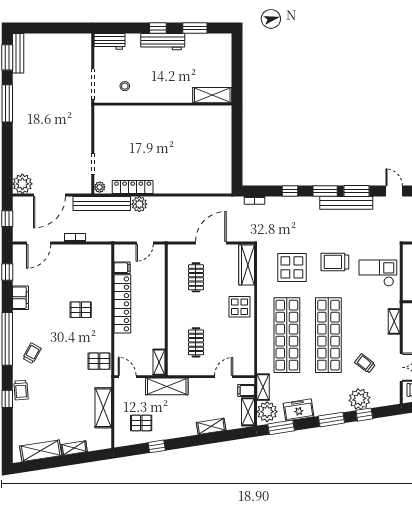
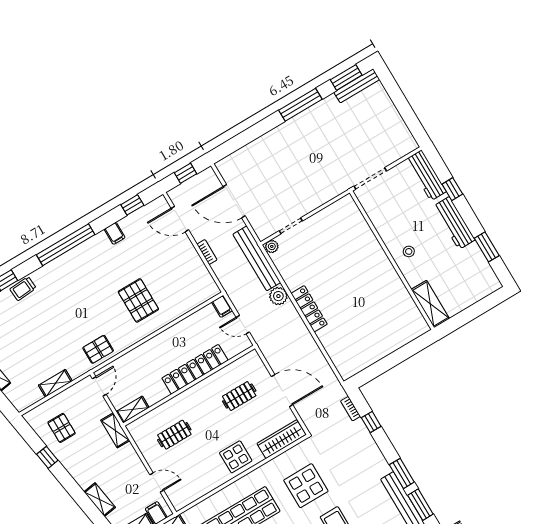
window: (158, 28) -> (452, 189), moved
workbench: (109, 41) -> (426, 175), width x1.38
stool: (125, 86) -> (409, 251), moved
plant: (22, 184) -> (229, 168), removed
locker: (133, 187) -> (309, 309), moved
window: (290, 191) -> (371, 422), moved
filing cabinet: (122, 268) -> (222, 306), moved
filing cabinet: (20, 298) -> (115, 233), width x0.50
locker: (122, 304) -> (195, 369), moved, turned 180
pallet: (81, 310) -> (138, 300), width x1.50, depth x1.42
trolley: (32, 353) -> (66, 278), removed
pallet: (99, 361) -> (98, 349), turned 90
shelving: (167, 386) -> (115, 430), width x0.67, depth x0.75
shelving: (103, 408) -> (55, 383), width x0.67, depth x0.75

